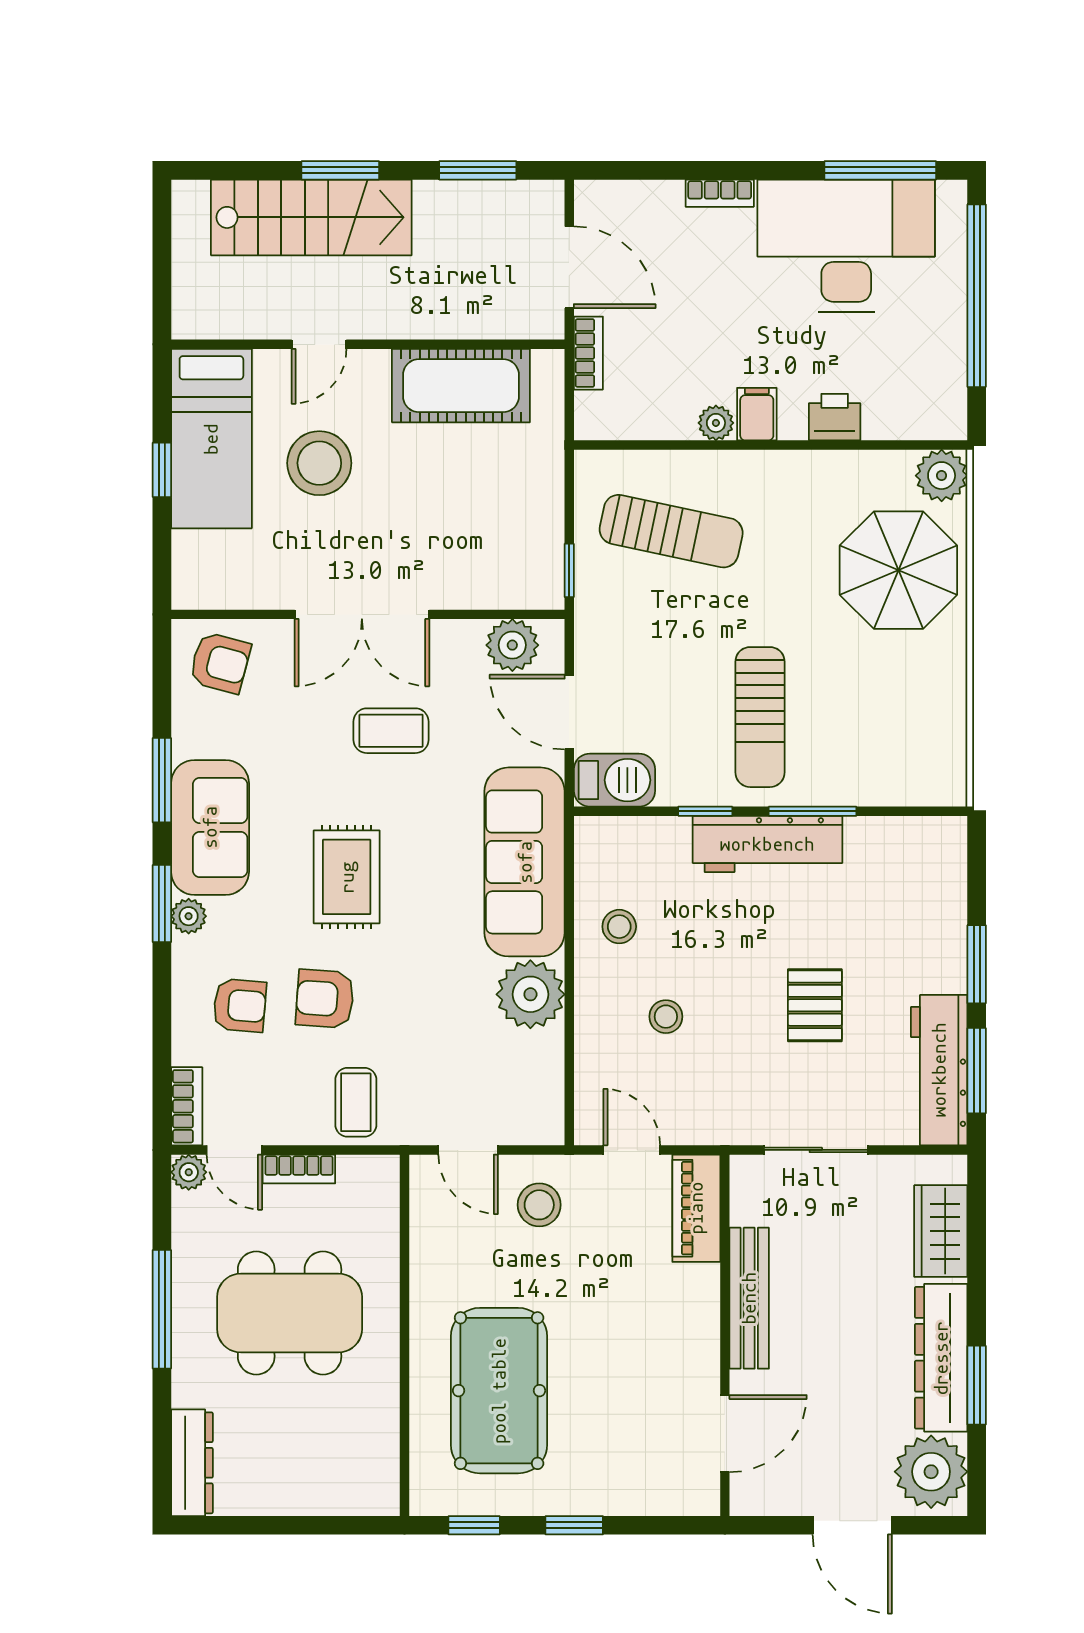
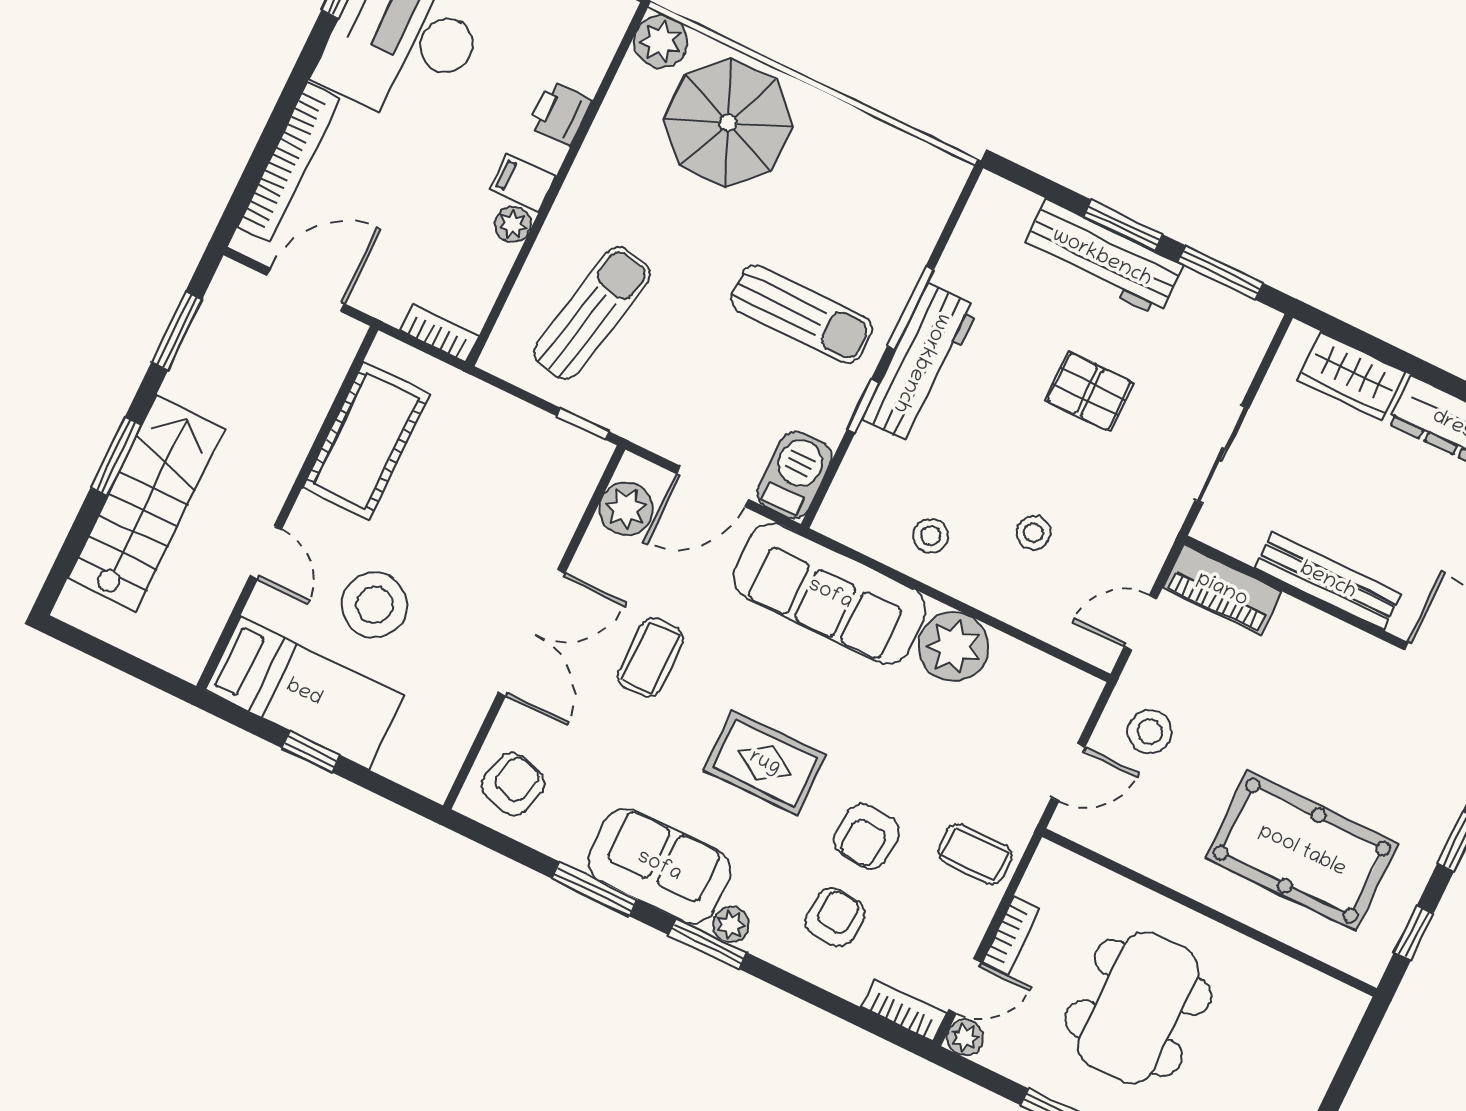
bookcase: (720, 193) -> (289, 162), width x2.31, depth x1.31
bookcase: (588, 353) -> (439, 333), moved
workbench: (939, 1070) -> (1102, 258), moved

